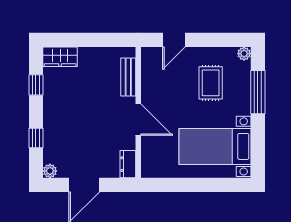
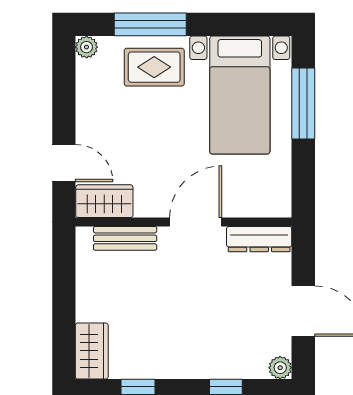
wardrobe: (151, 64) -> (104, 201), added
rug: (211, 83) -> (154, 67), moved
dresser: (128, 164) -> (259, 239), width x1.44
window: (210, 185) -> (303, 104), added

